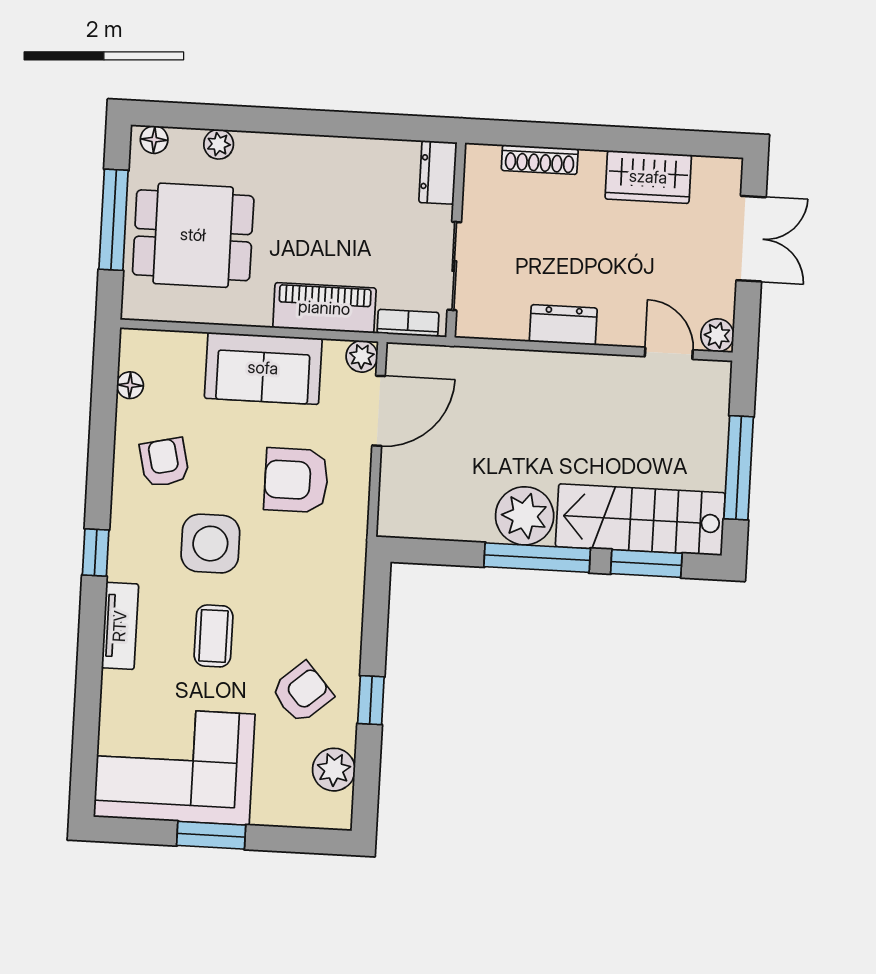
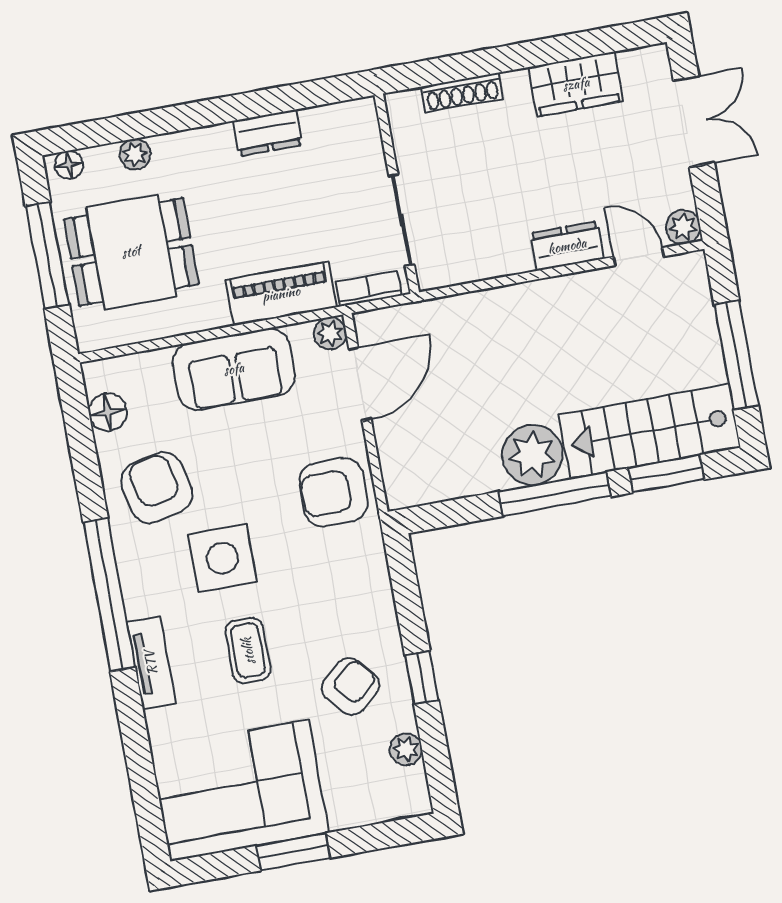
dresser: (438, 172) -> (268, 133), moved, turned -90
dresser: (563, 325) -> (567, 246), moved
floor lamp: (130, 385) -> (108, 412), width x1.37, depth x1.37
armchair: (164, 462) -> (157, 488), width x1.38, depth x1.38
armchair: (296, 480) -> (334, 492), moved
window: (96, 552) -> (109, 595), width x3.17
plant: (334, 770) -> (406, 749), width x0.73, depth x0.73

